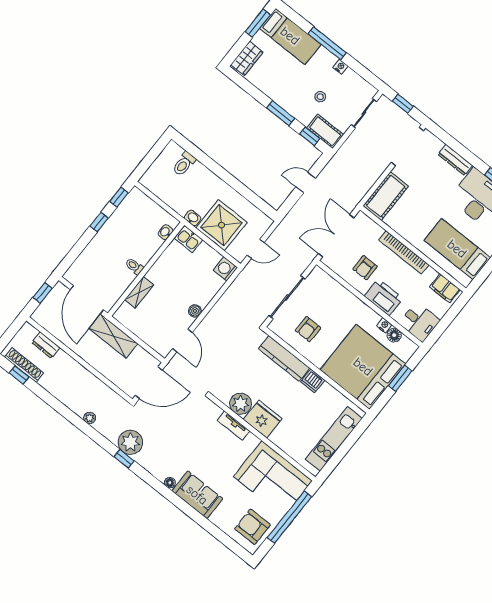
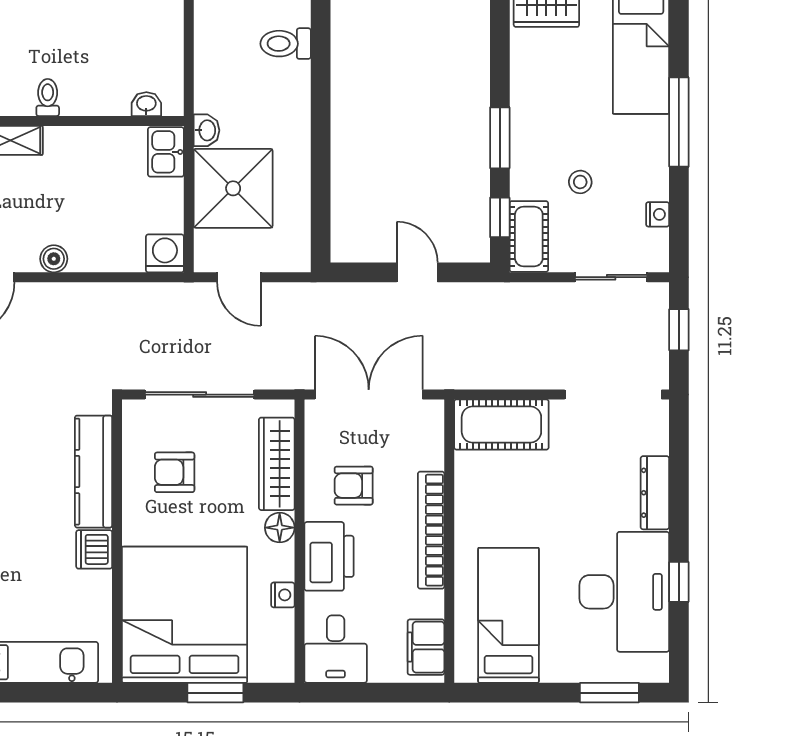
nightstand: (340, 67) -> (658, 214), moved
wardrobe: (335, 289) -> (277, 464), added
floor lamp: (394, 335) -> (280, 528), moved

